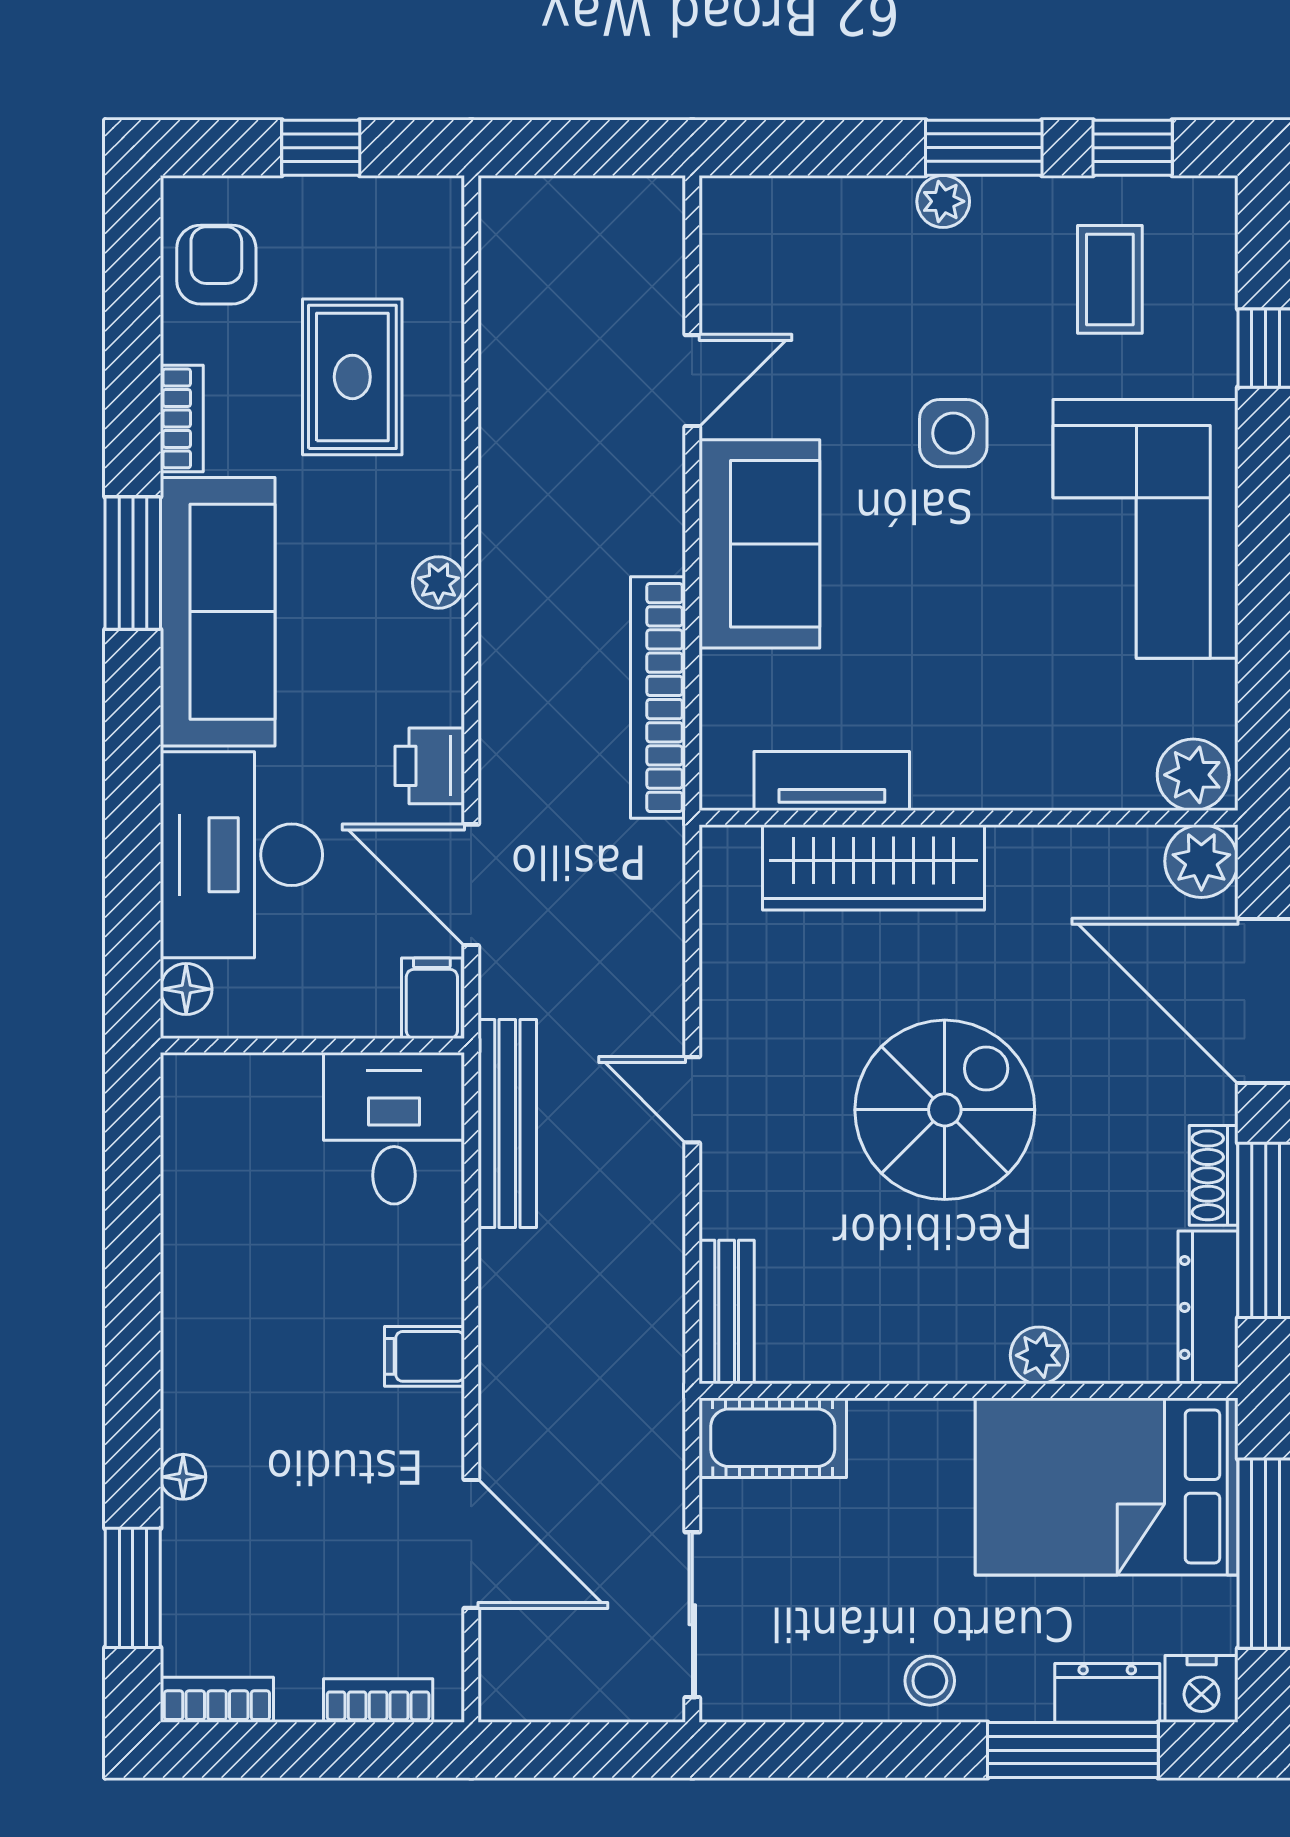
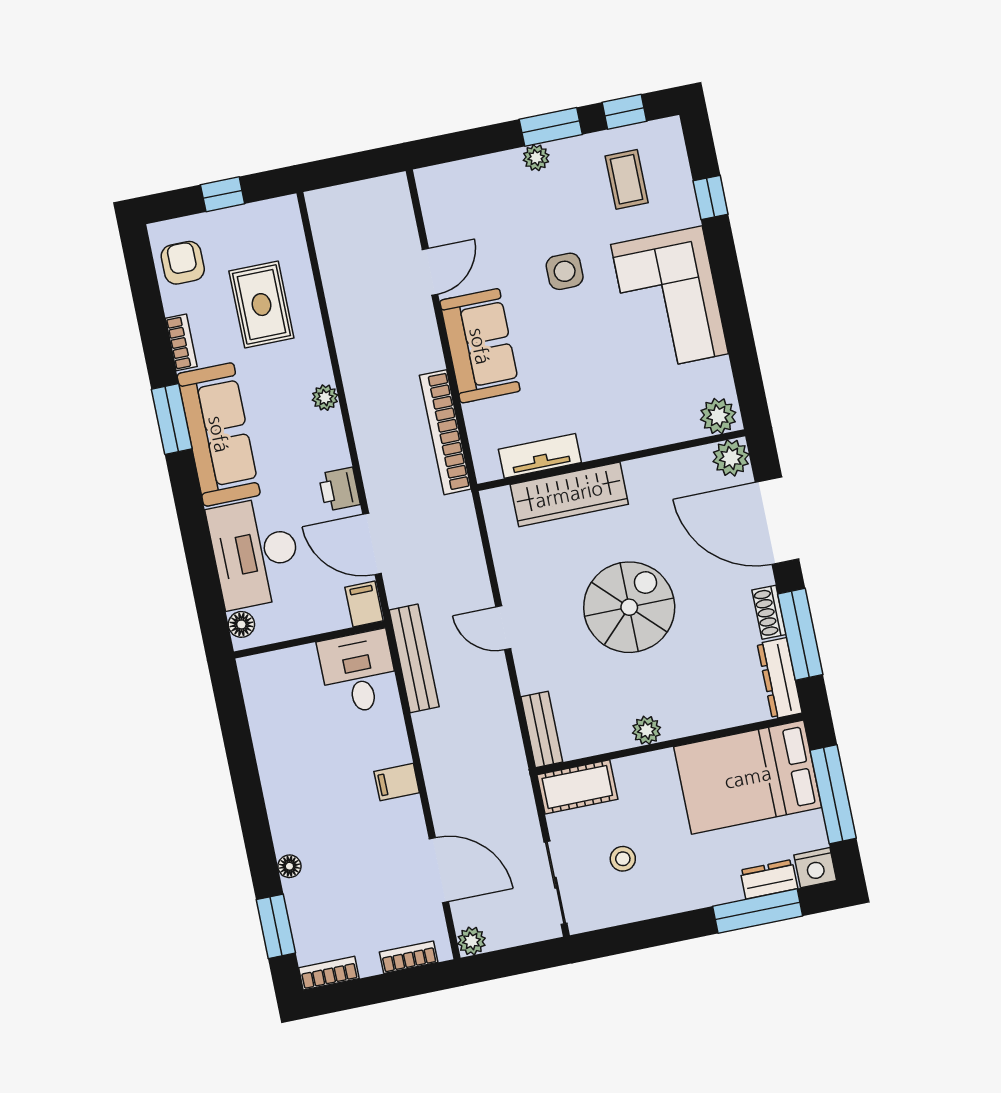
plant: (1039, 1355) -> (647, 730), moved
stool: (930, 1681) -> (623, 859), moved
plant: (506, 1694) -> (472, 941), added

